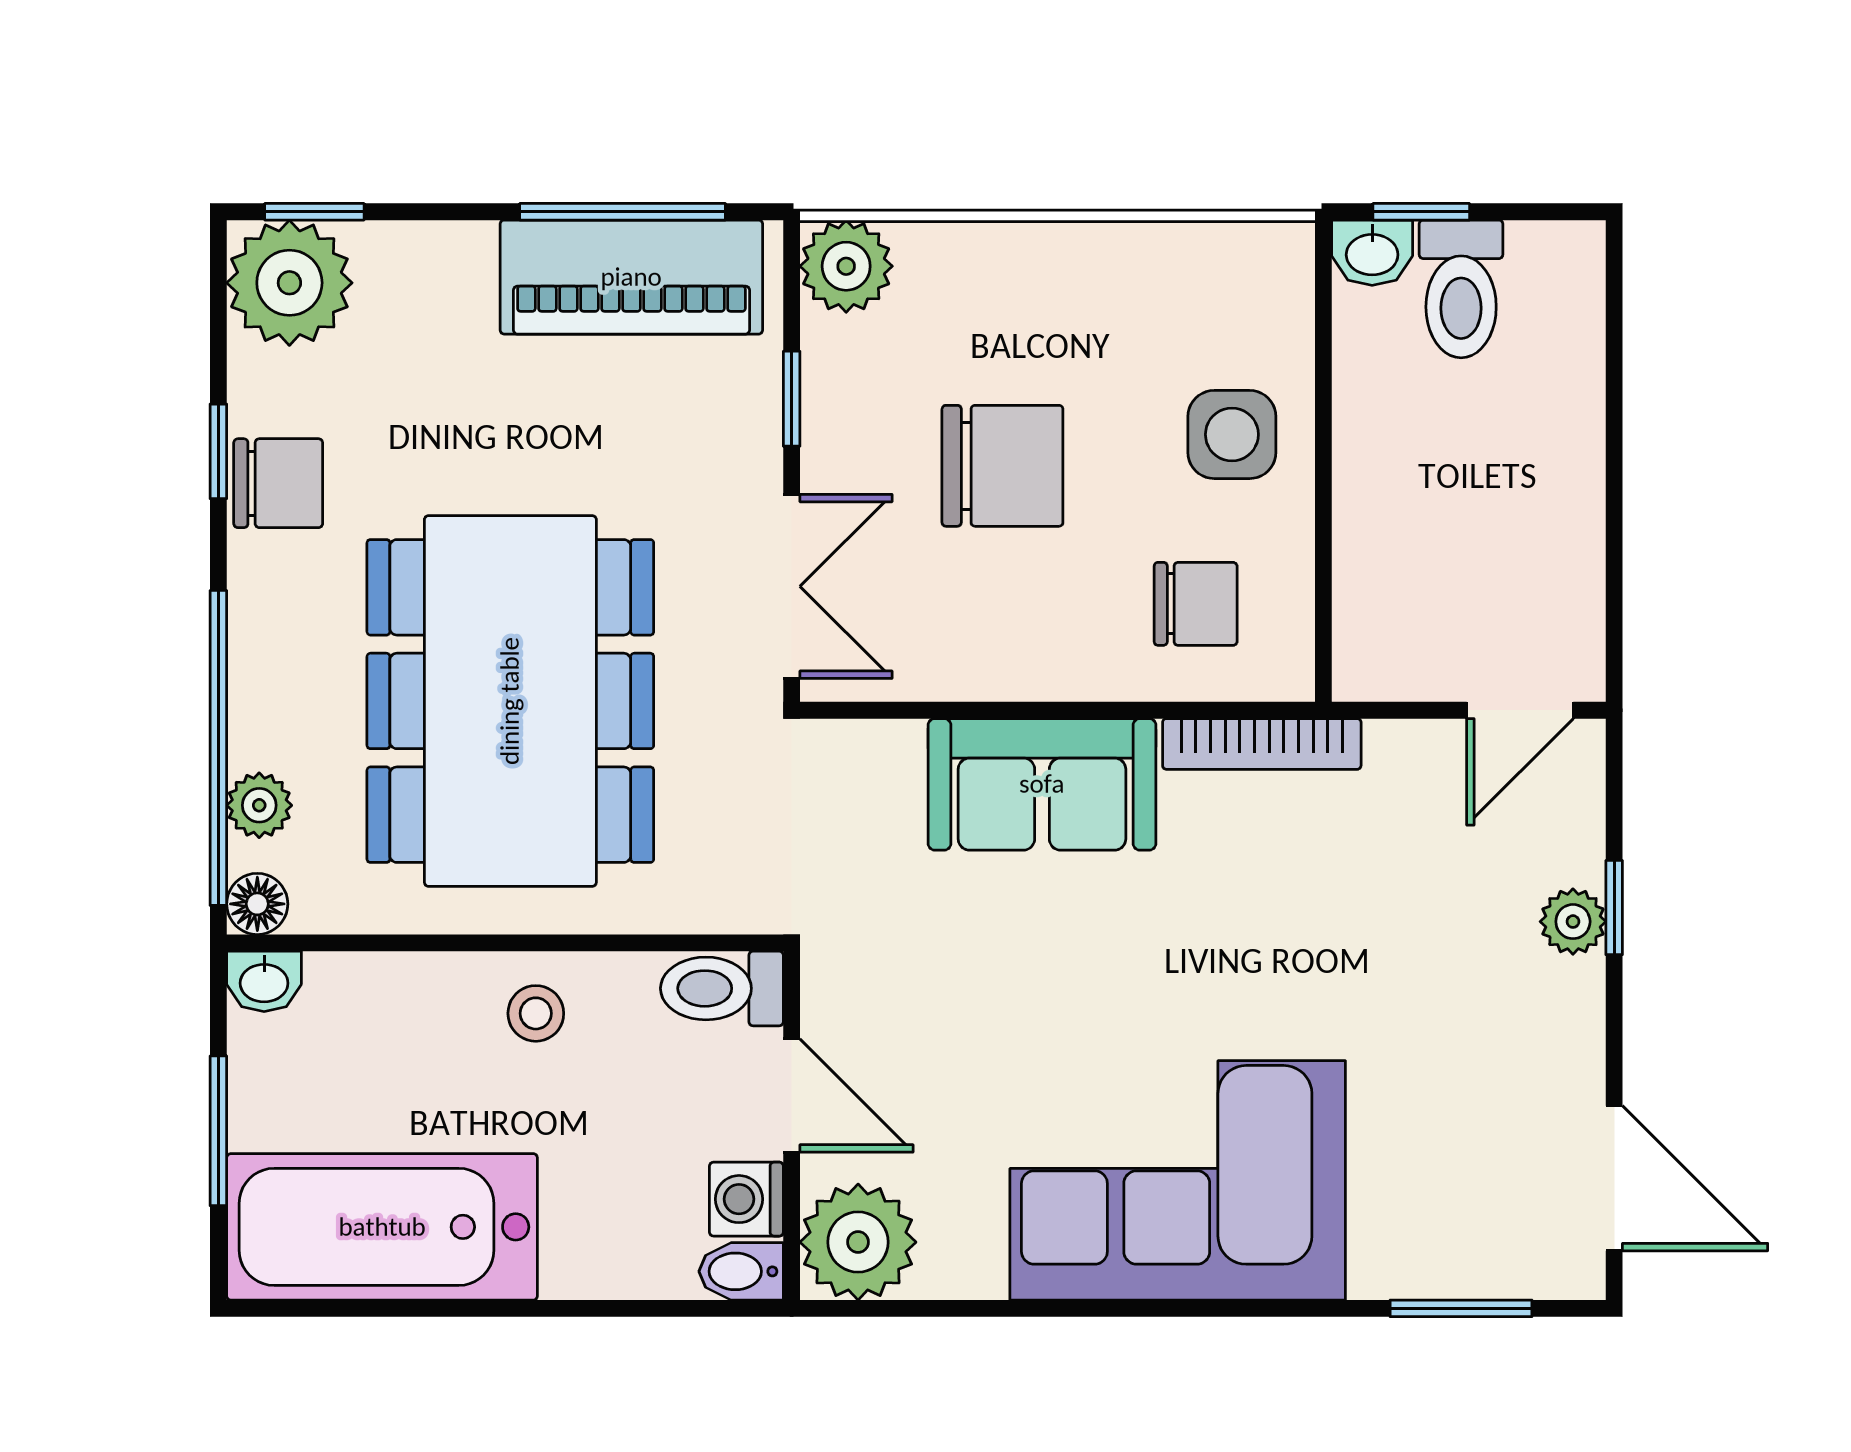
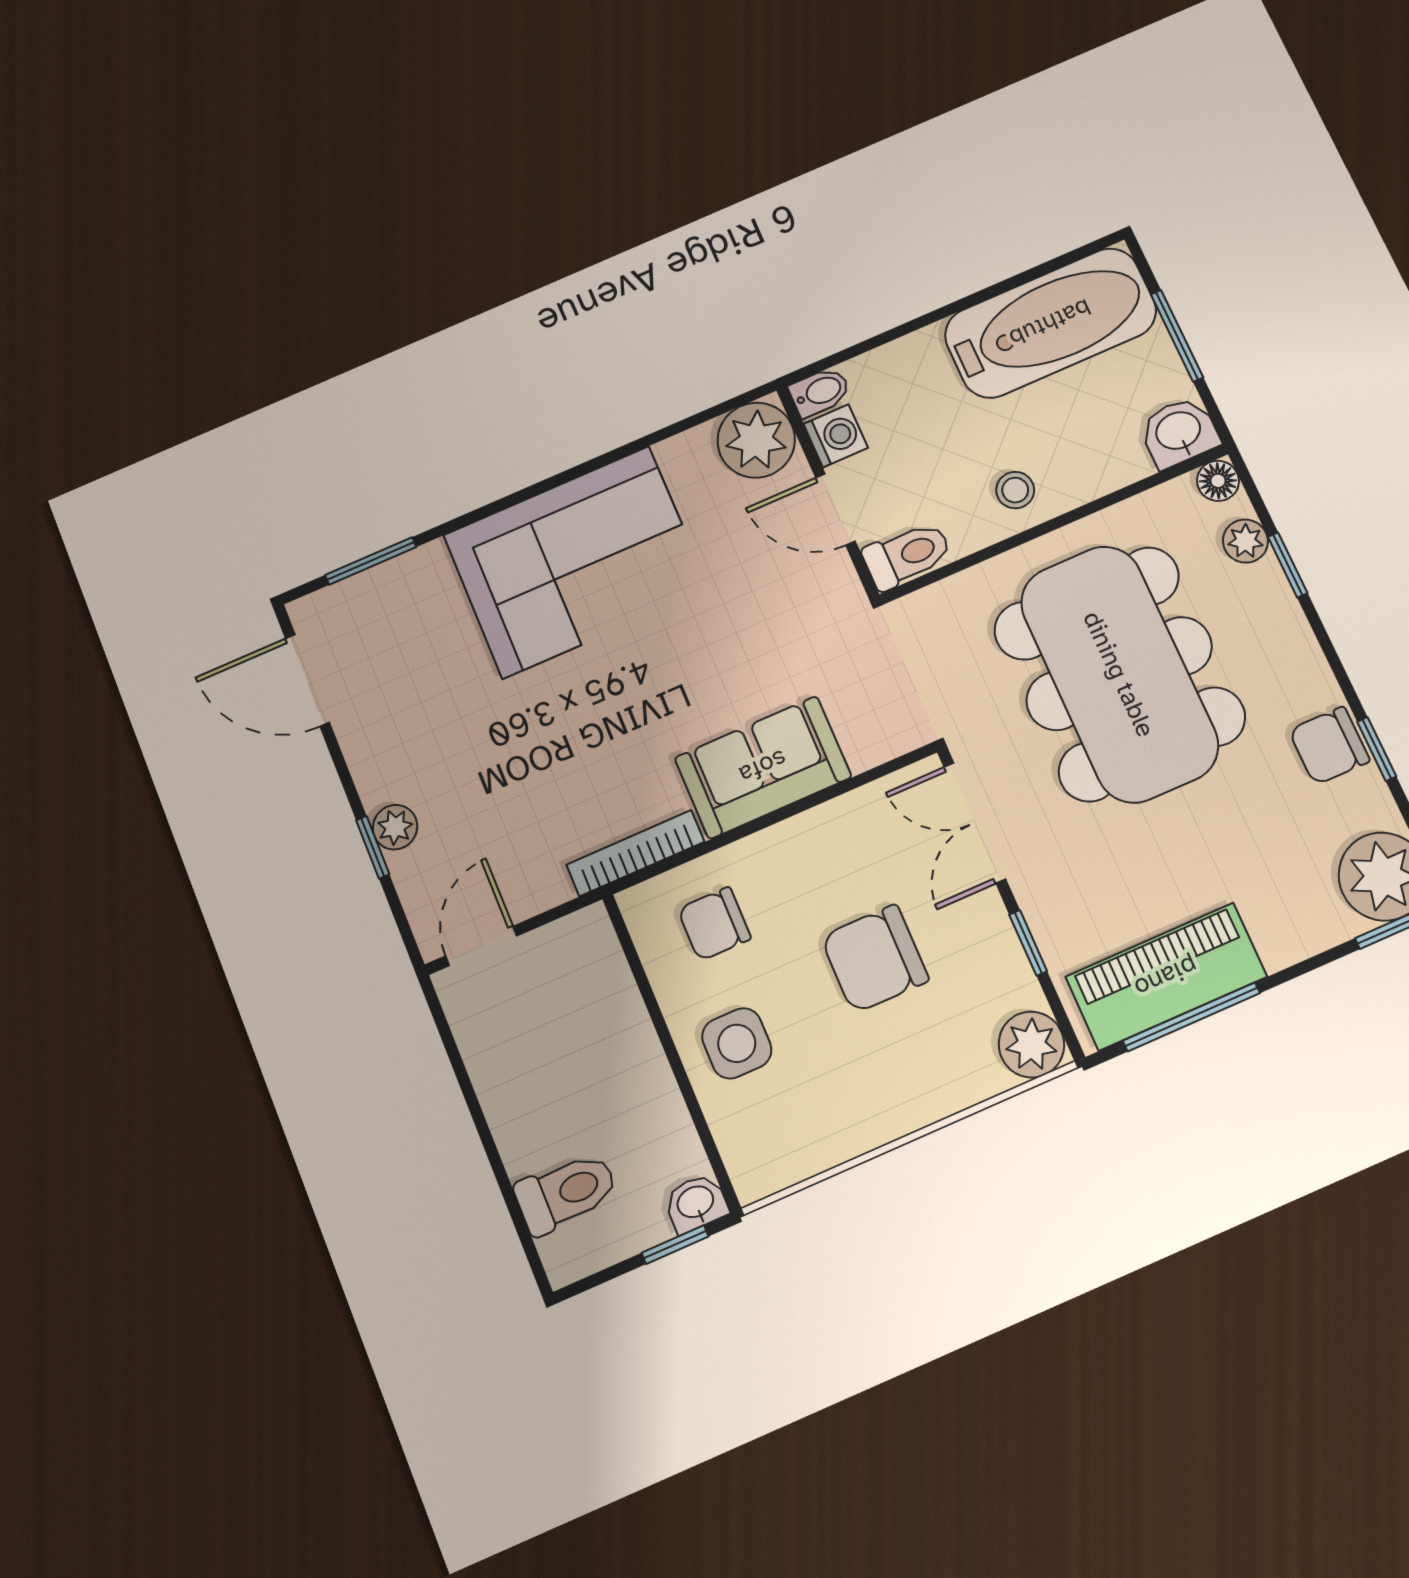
toilet: (1461, 289) -> (566, 1193), moved, turned 90
window: (218, 748) -> (1288, 565), width x0.32
washbasin: (264, 981) -> (1179, 432), width x1.38, depth x1.45

